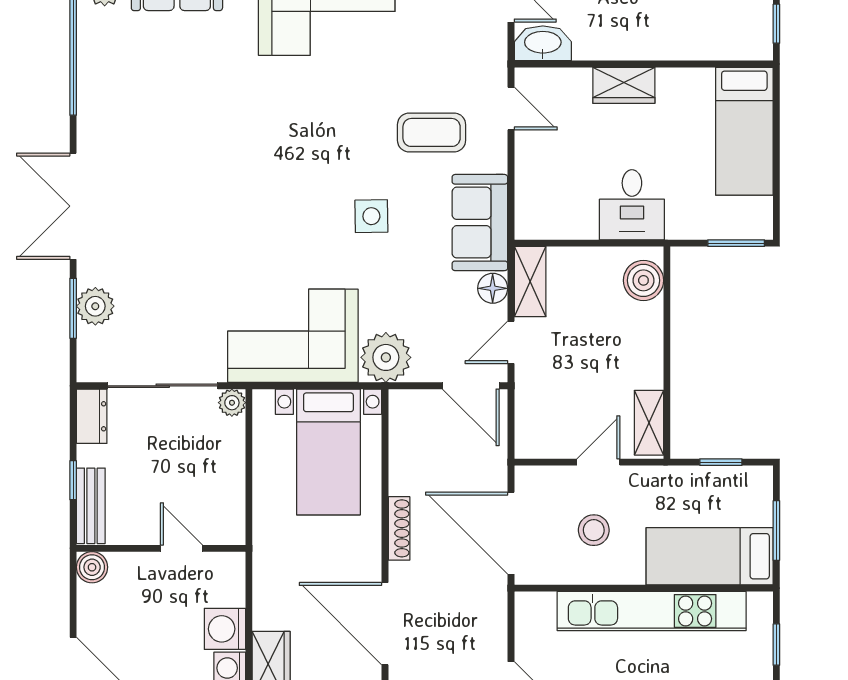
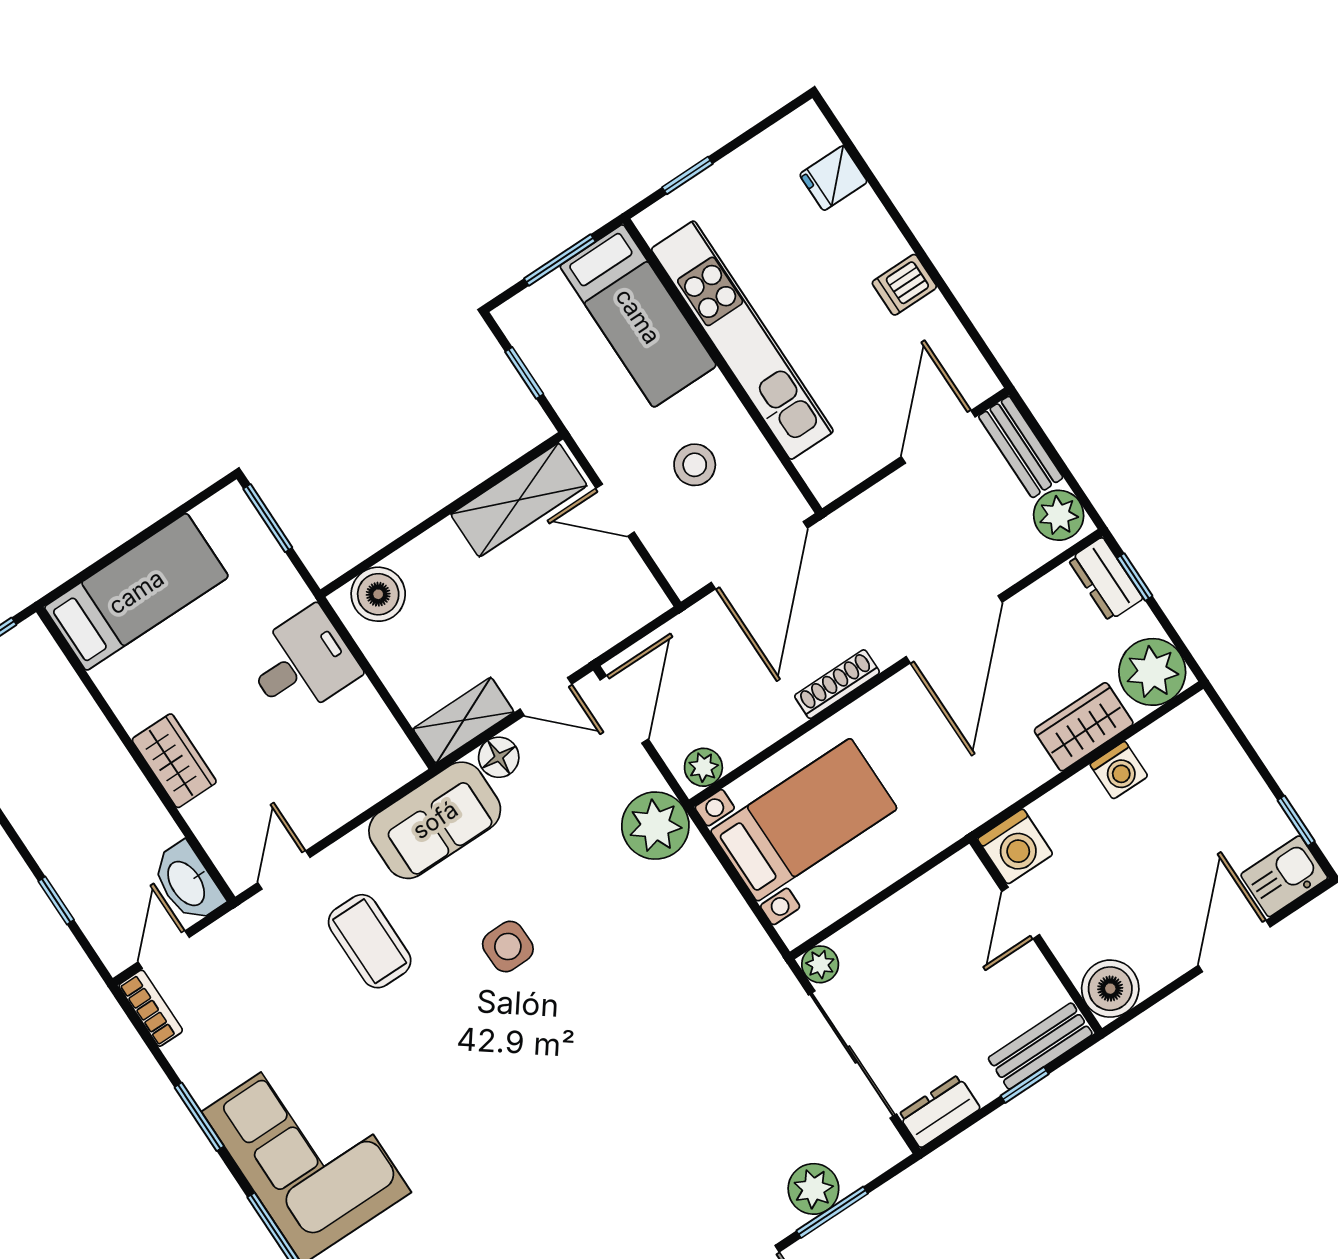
corner sofa: (293, 336) -> (700, 946), removed
plant: (402, 411) -> (703, 767), added
shelving: (649, 423) -> (519, 500), width x1.50, depth x1.33
boiler: (92, 567) -> (1110, 989), width x1.36, depth x1.36
washing machine: (225, 629) -> (1015, 847), moved

